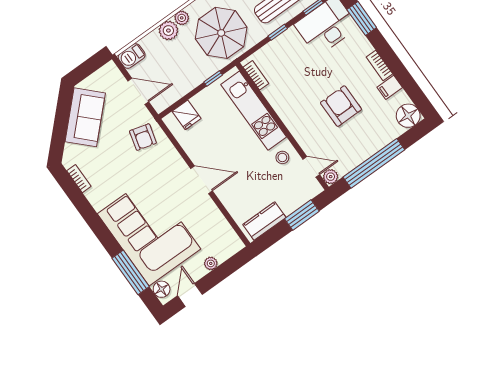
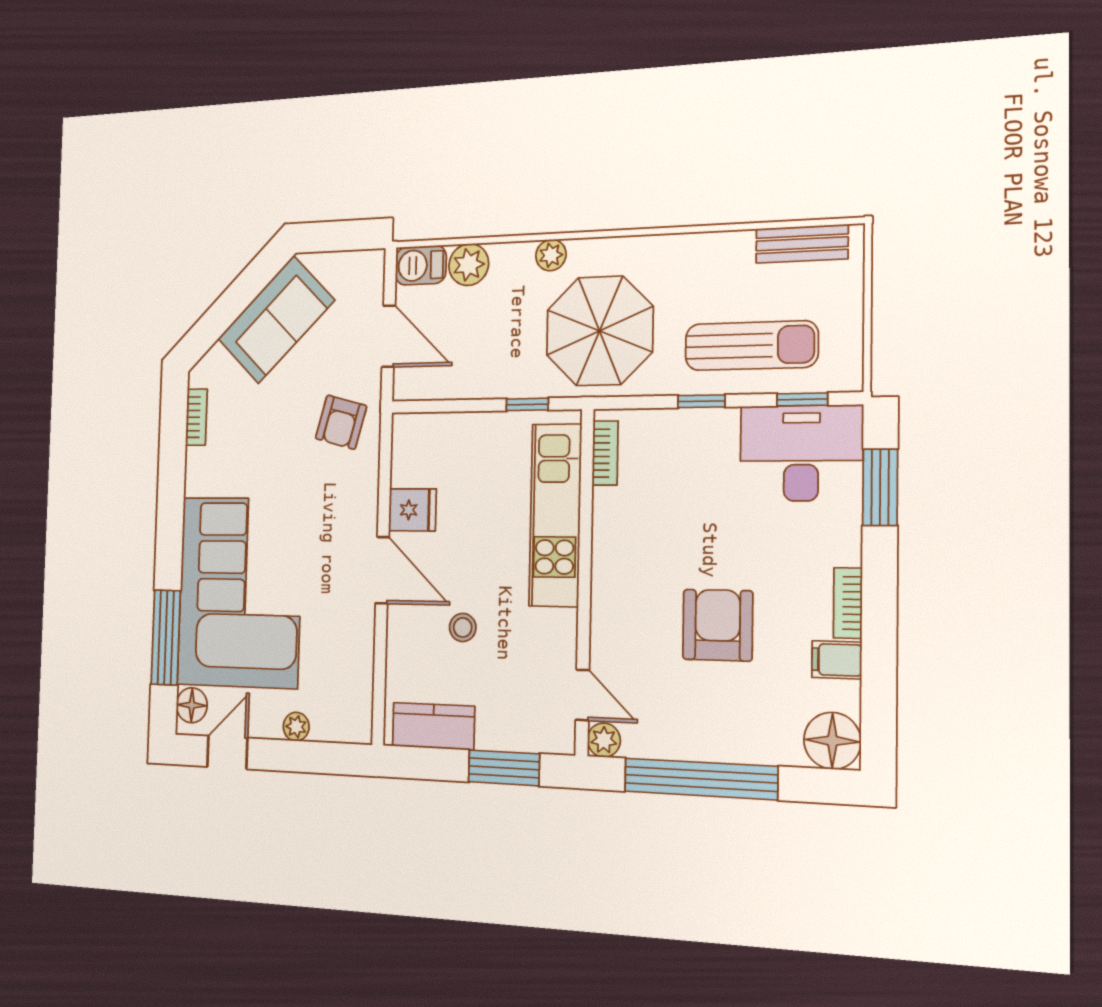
plant: (168, 31) -> (469, 265), moved
fridge: (187, 115) -> (412, 510), moved, turned -90
stool: (282, 157) -> (463, 627), moved

